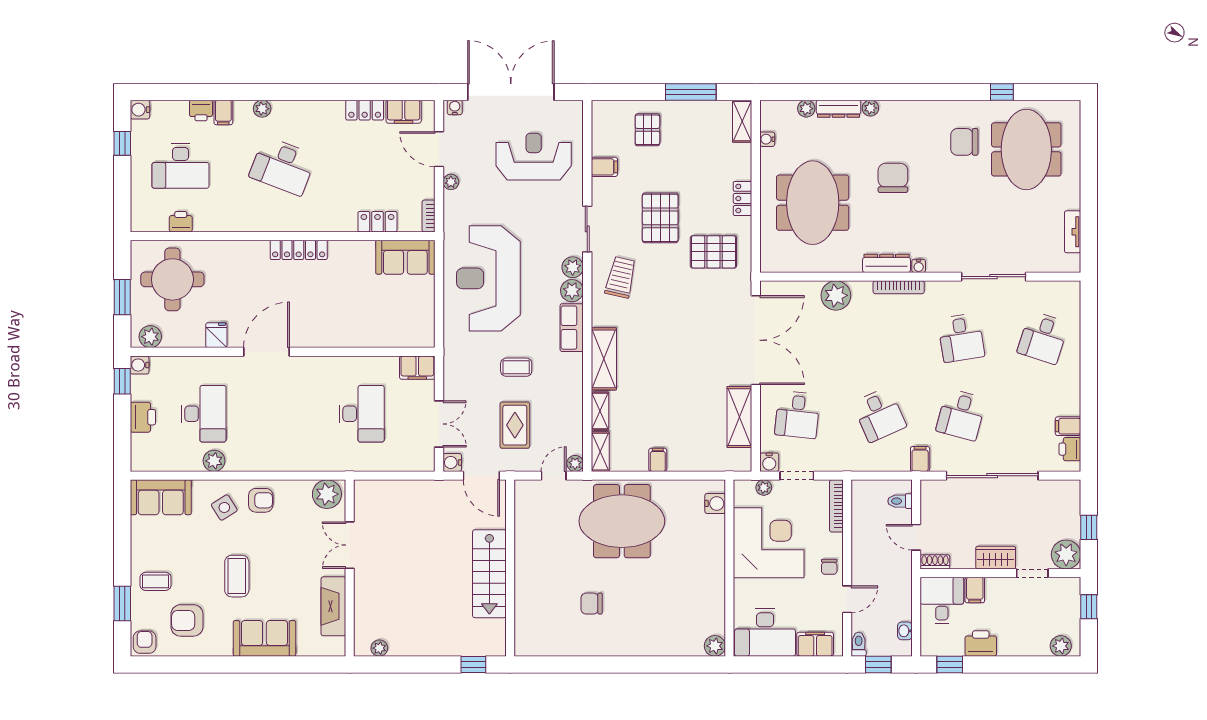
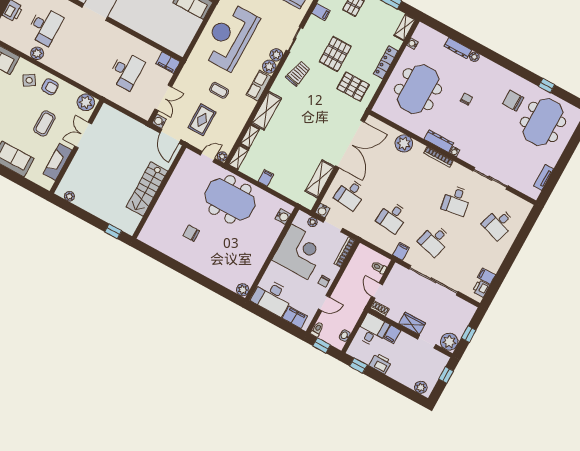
plant: (806, 109) -> (441, 39), removed
chair: (893, 178) -> (466, 99), width x0.54, depth x0.54
locker: (743, 198) -> (386, 62), width x1.53
desk: (879, 415) -> (393, 217), turned 30
coffee table: (237, 576) -> (44, 124), moved

